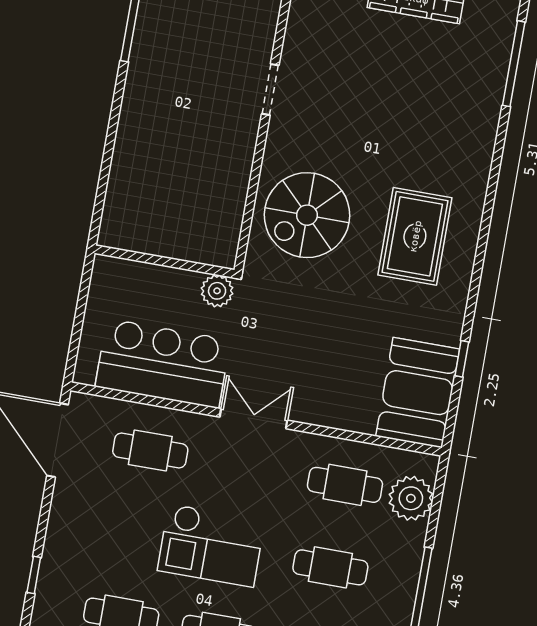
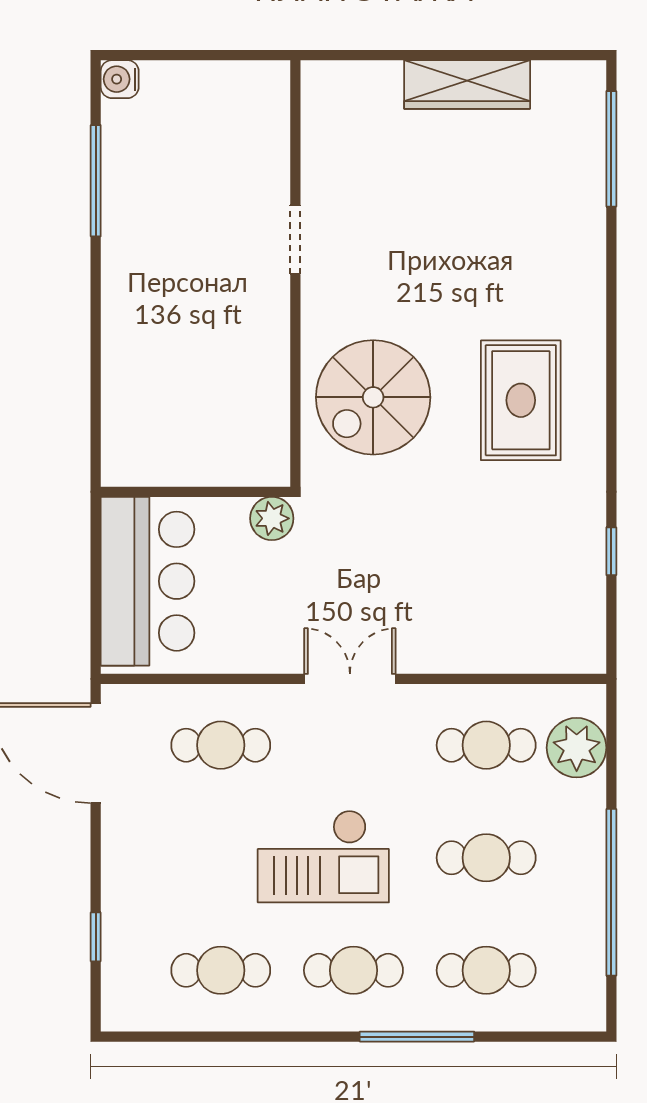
bar counter: (163, 363) -> (148, 581), moved, turned 90
booth: (418, 393) -> (561, 606), removed

